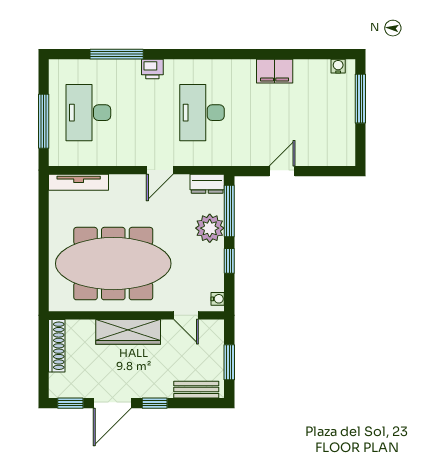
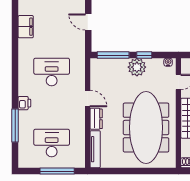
desk: (88, 113) -> (52, 143), turned 180
desk: (202, 113) -> (52, 72), turned 180
dresser: (207, 184) -> (96, 119), moved
plant: (210, 228) -> (137, 67), moved

